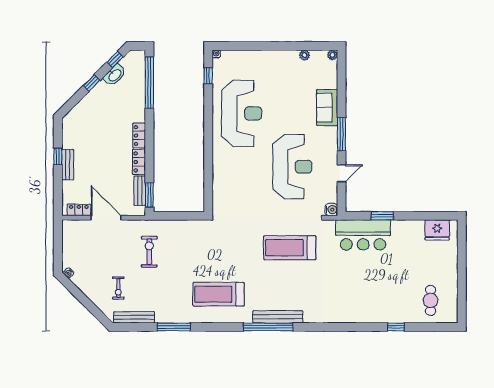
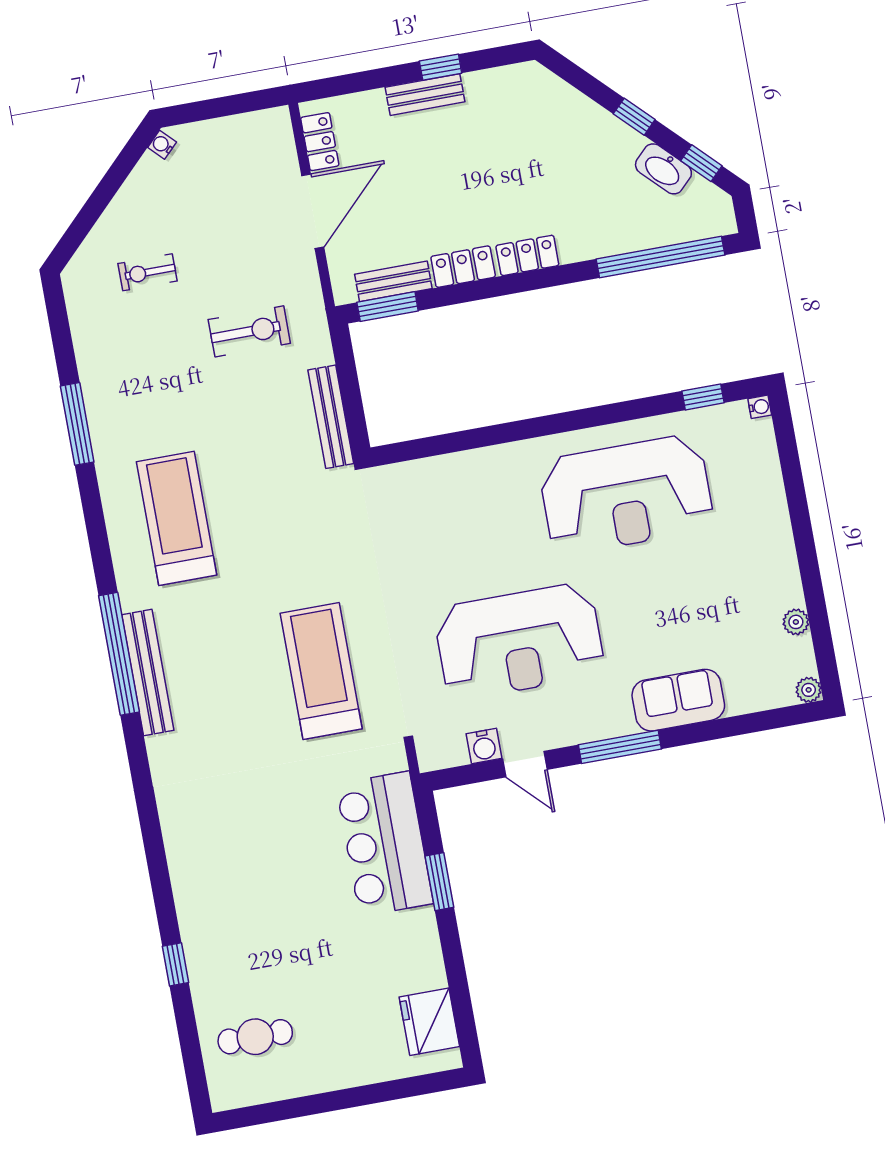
water cooler: (331, 210) -> (484, 746), moved
bench: (134, 317) -> (331, 417), moved

